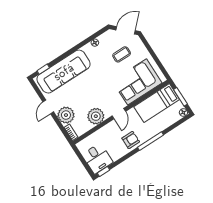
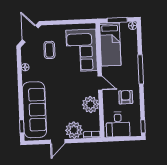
door: (48, 107) -> (58, 142), hinge flipped
armchair: (131, 140) -> (126, 97), moved
desk: (97, 158) -> (118, 124), moved, turned 90

